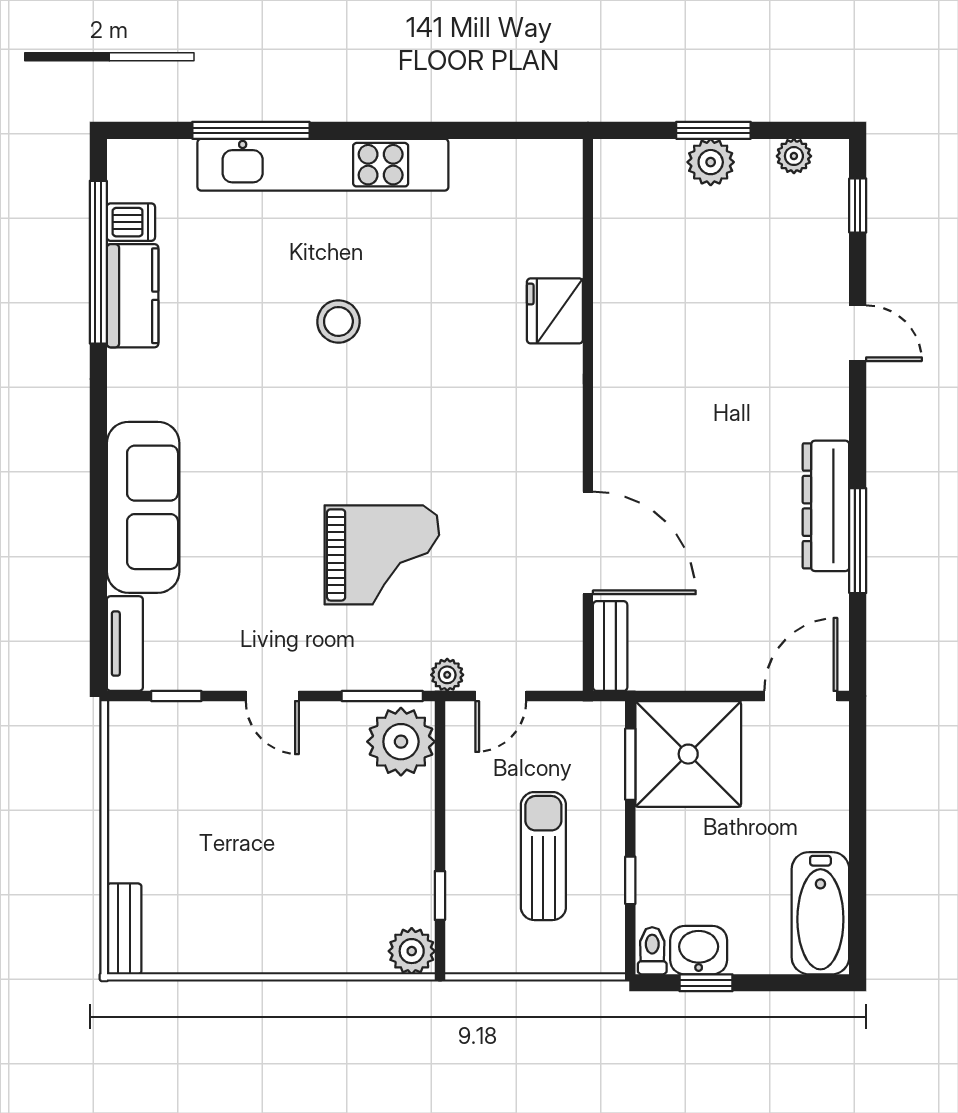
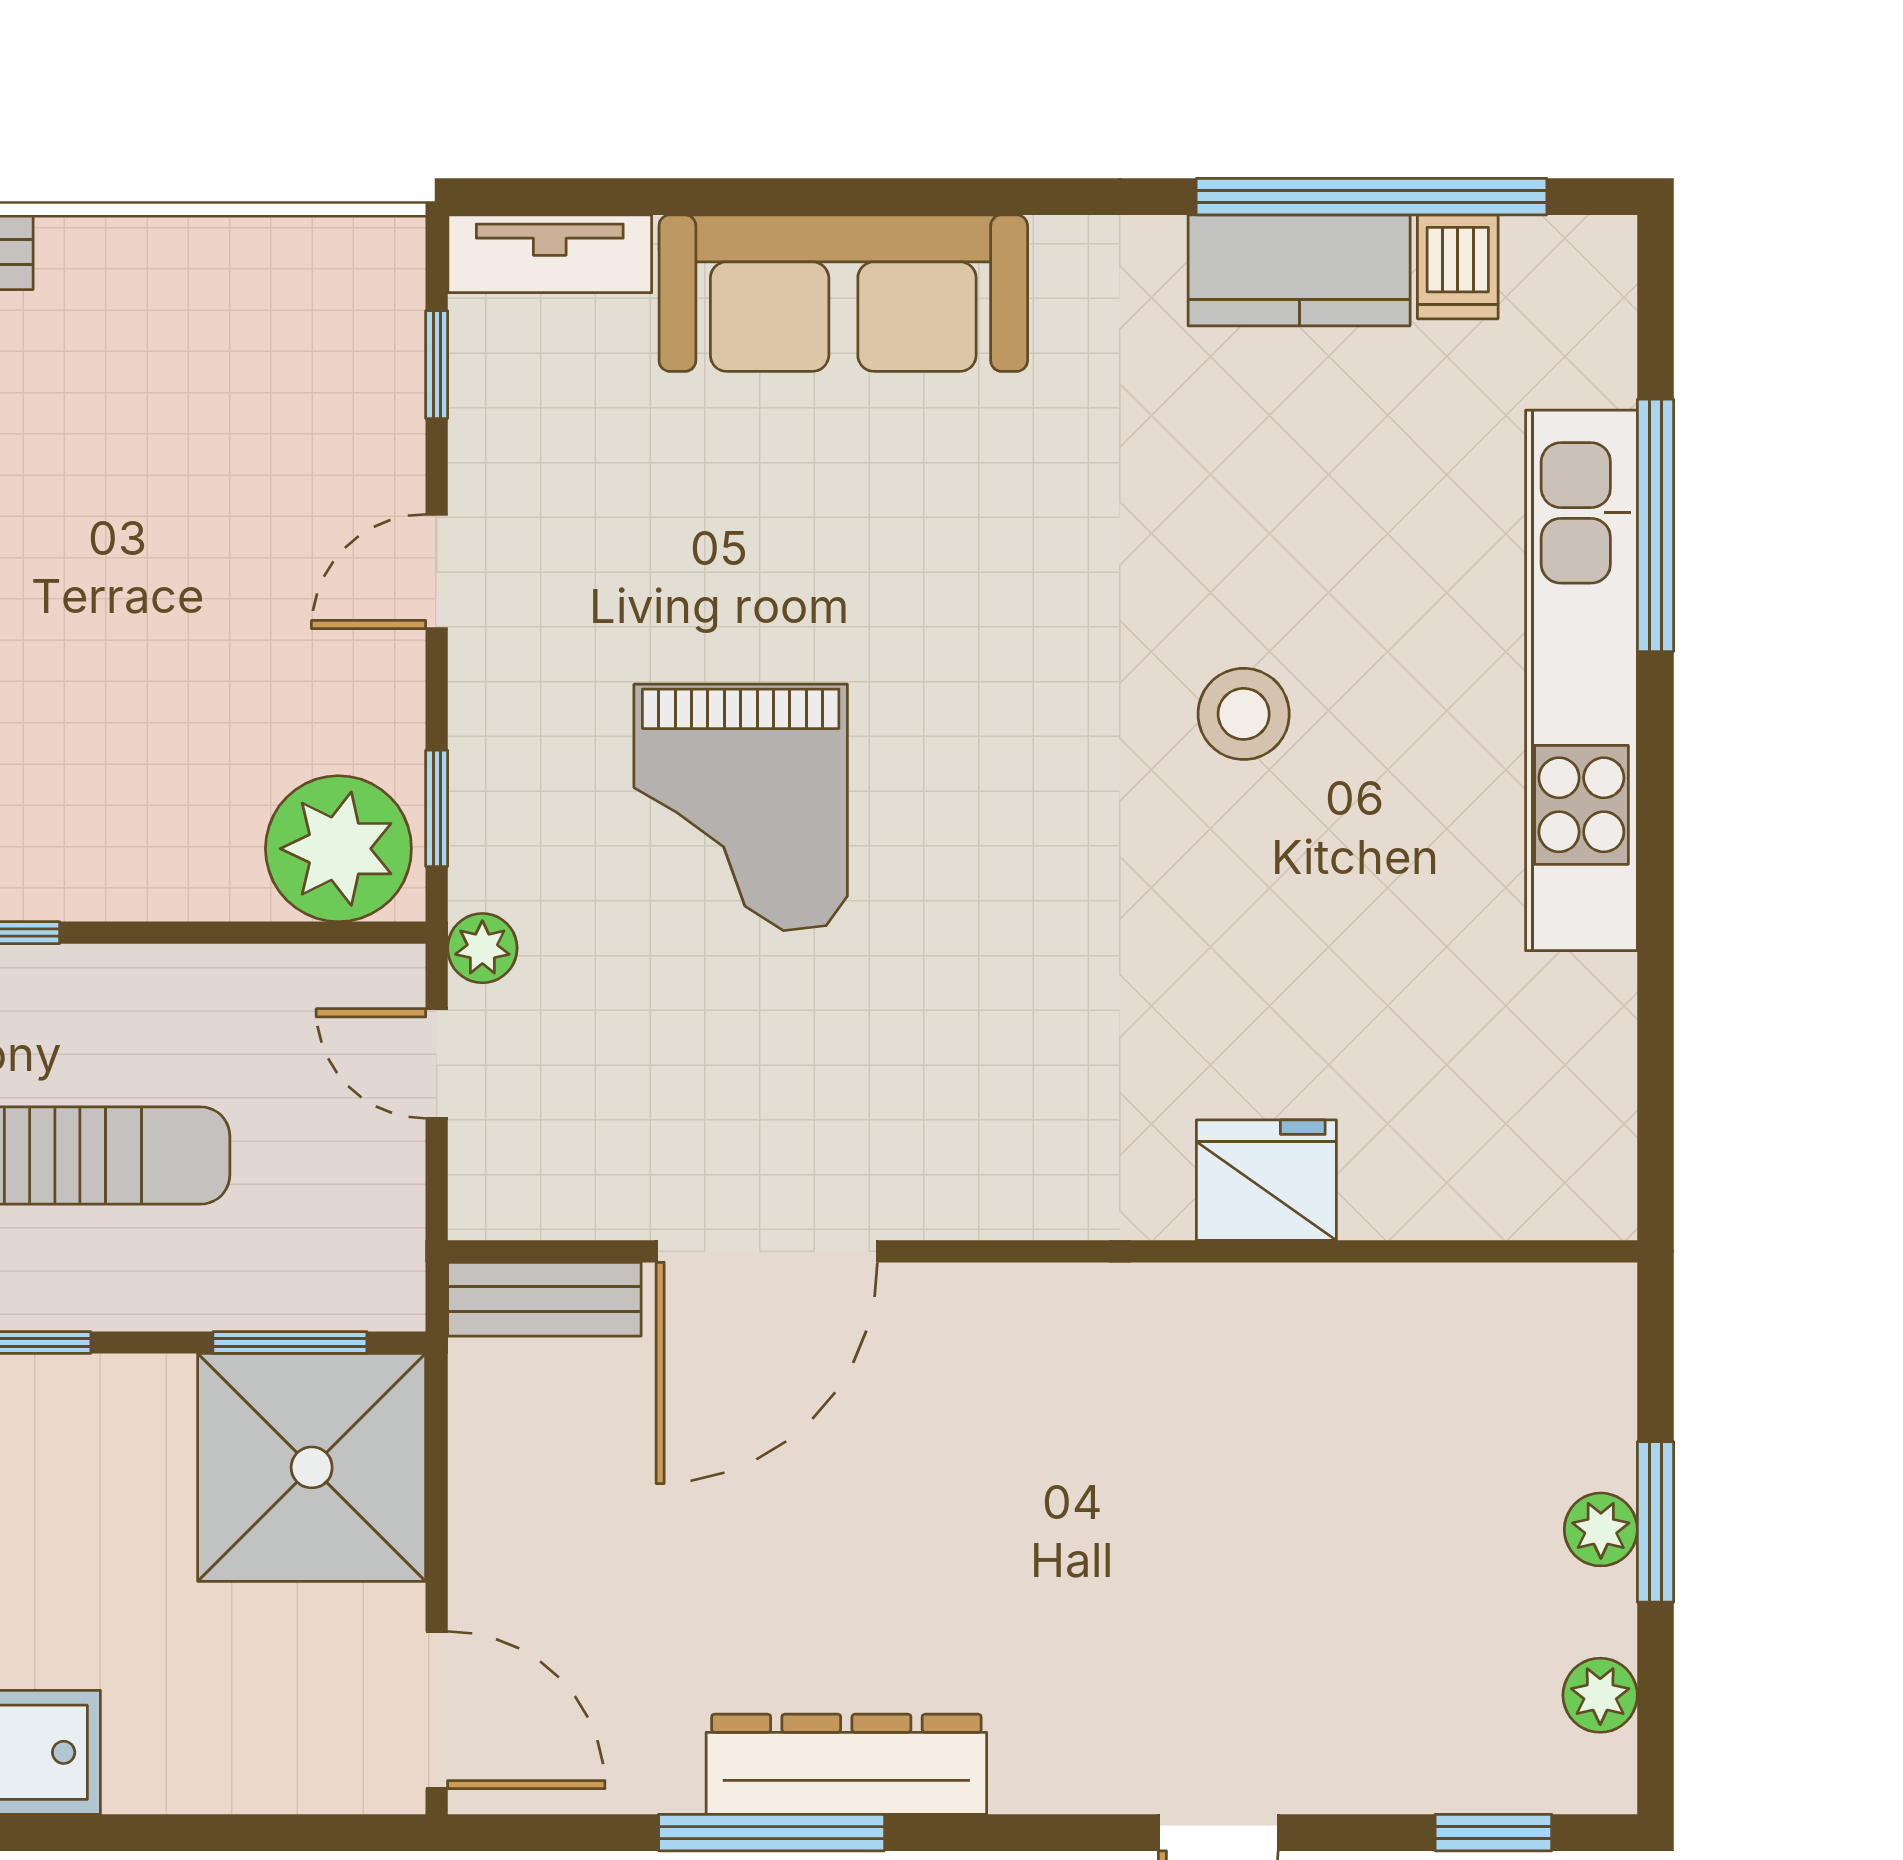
plant: (711, 162) -> (1601, 1529), width x0.73, depth x0.73
window: (382, 696) -> (437, 808), width x0.67

